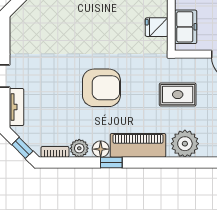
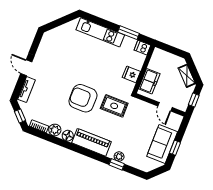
armchair: (101, 88) -> (83, 98), turned 180
rug: (178, 95) -> (114, 106), moved
plant: (185, 144) -> (119, 157), width x0.53, depth x0.53
window: (111, 163) -> (117, 164), moved

